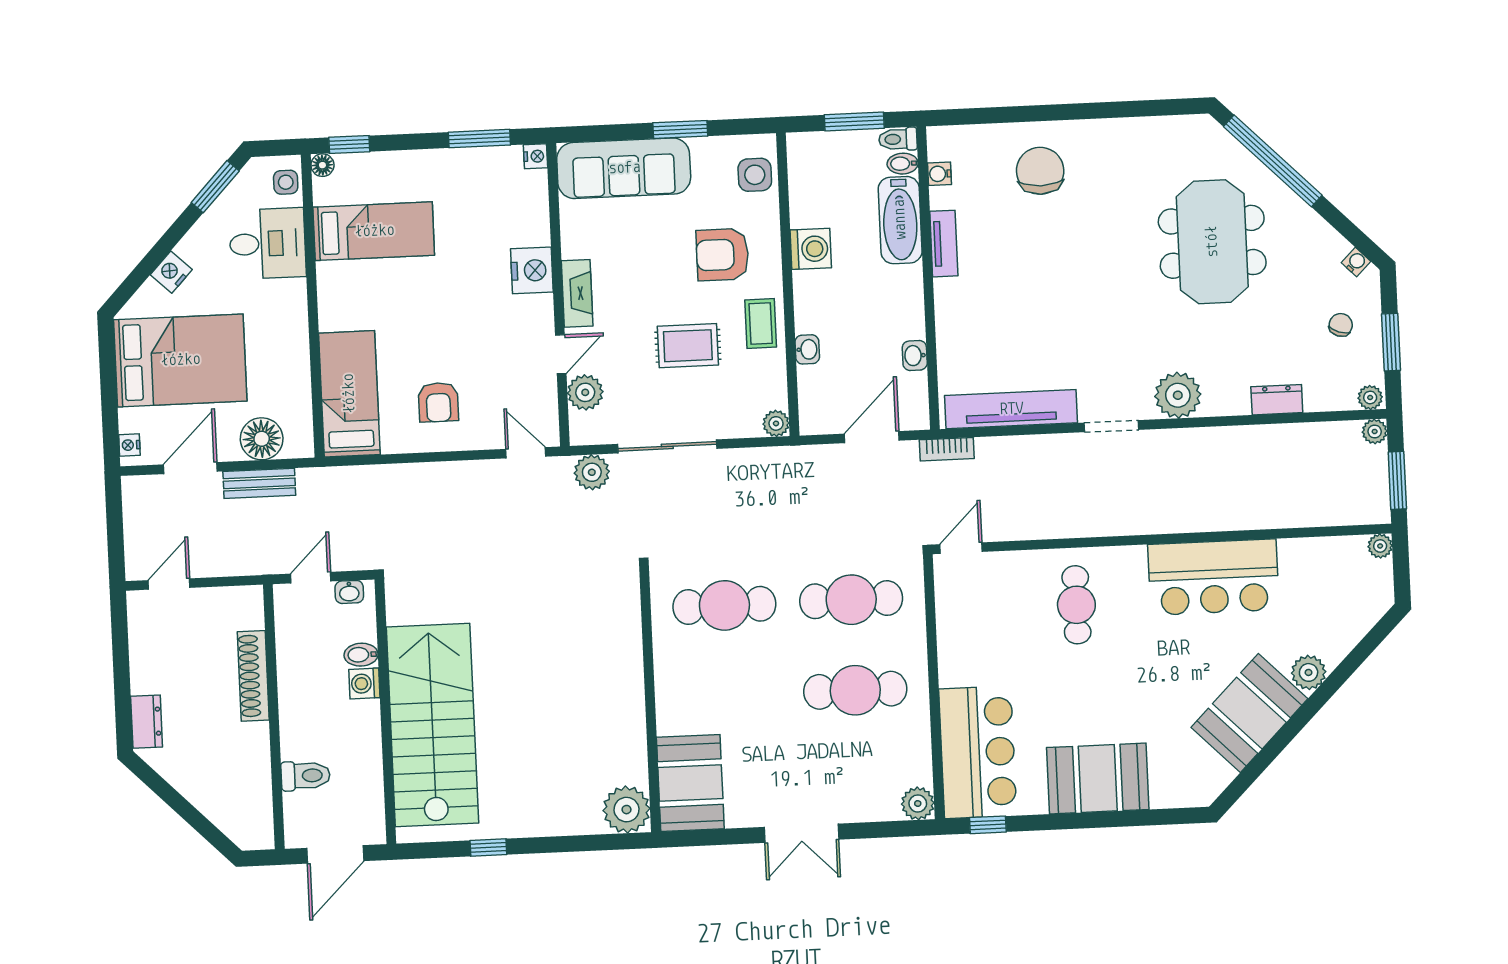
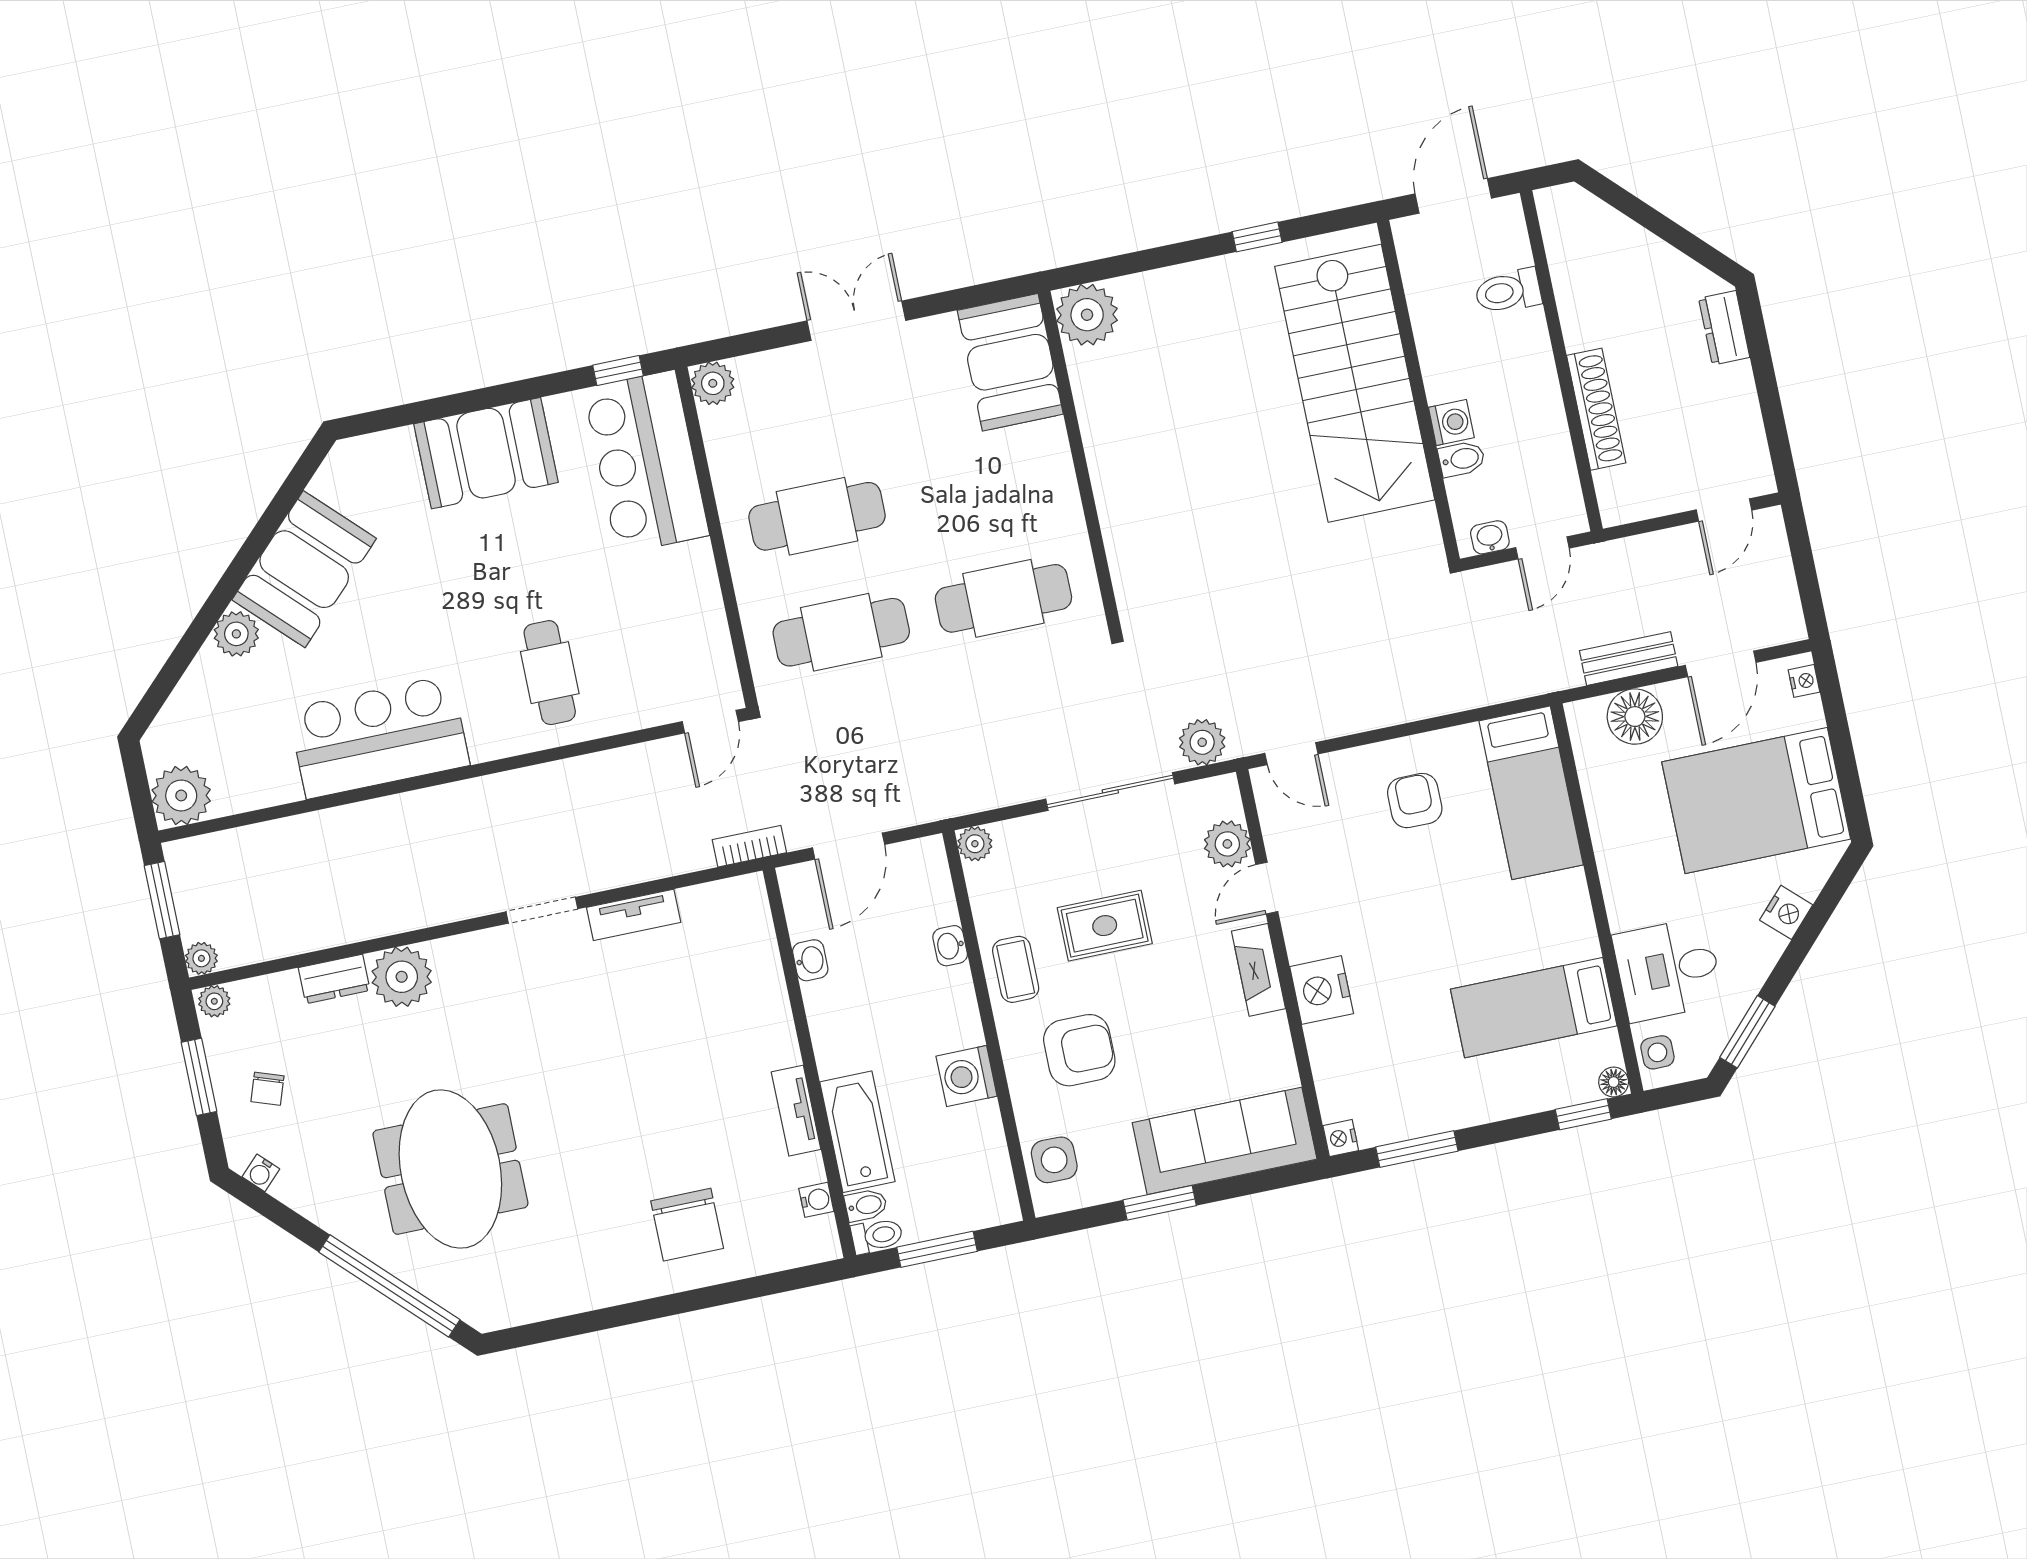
plant: (1178, 395) -> (402, 977), moved
tv unit: (1011, 409) -> (634, 915), width x0.52, depth x0.78
plant: (1380, 546) -> (181, 795), width x1.88, depth x1.88

